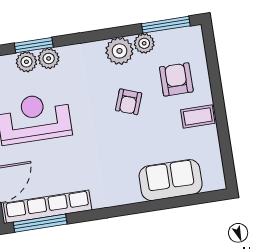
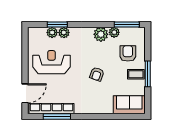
armchair: (129, 102) -> (97, 74), moved
window: (220, 113) -> (148, 74), added
sofa: (171, 180) -> (129, 105), moved
window: (40, 223) -> (57, 117), moved

